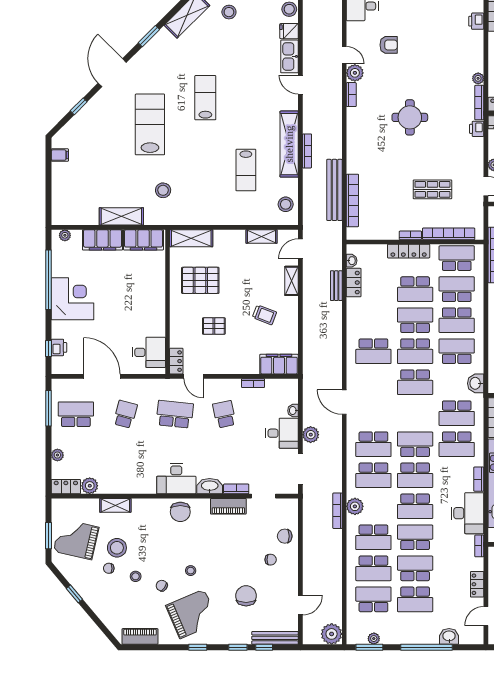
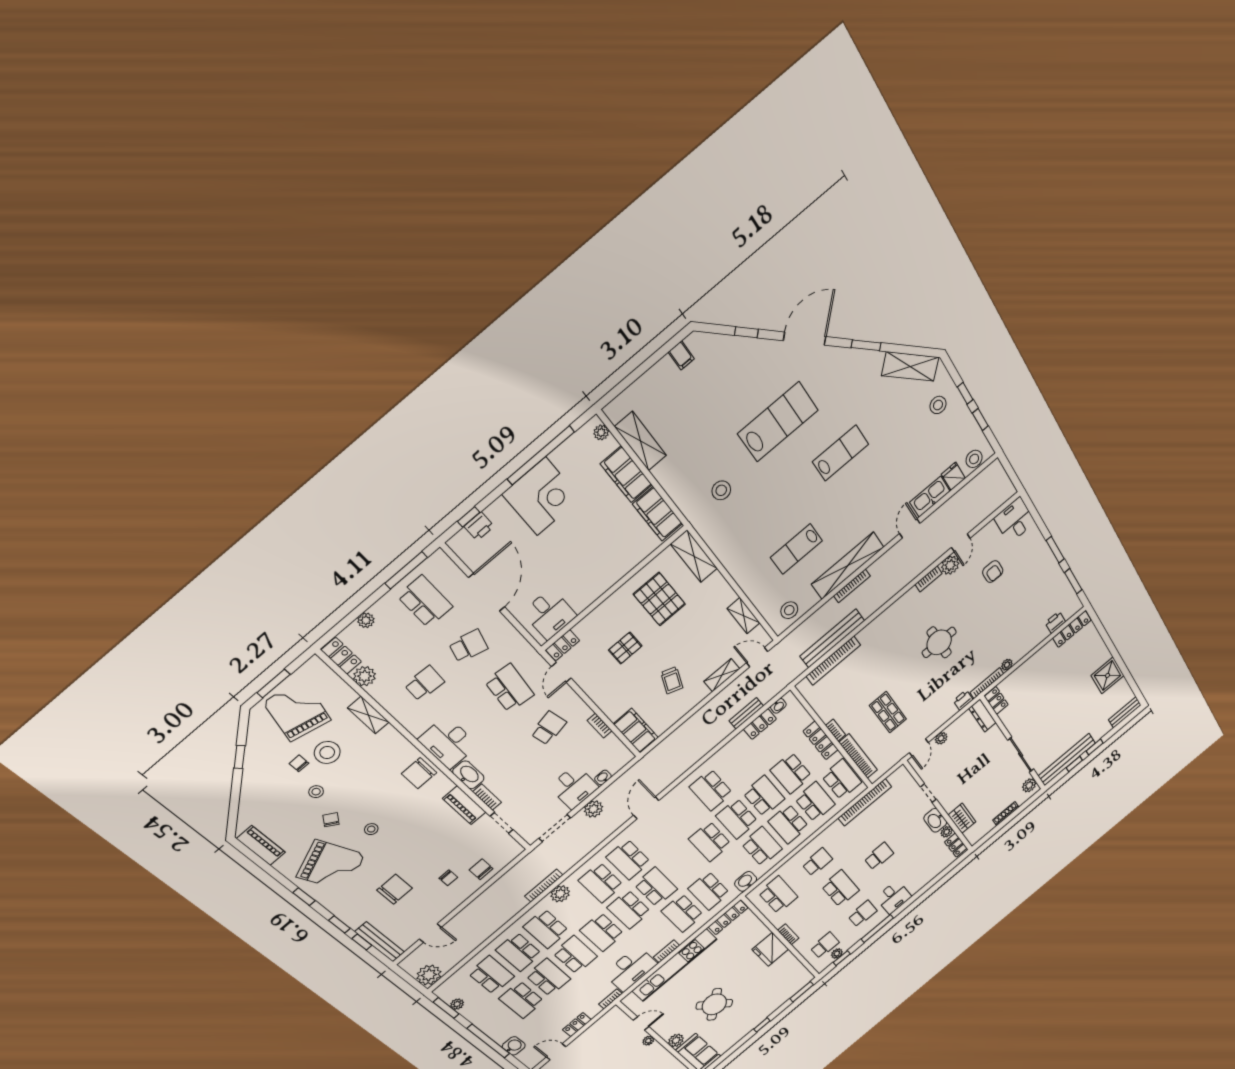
shelving: (121, 216) -> (641, 441), moved
pallet: (214, 326) -> (625, 648), turned 90
school desk: (125, 458) -> (424, 683), added

